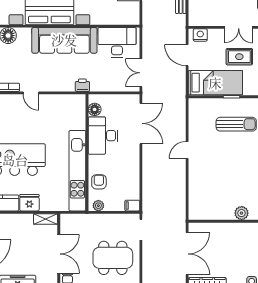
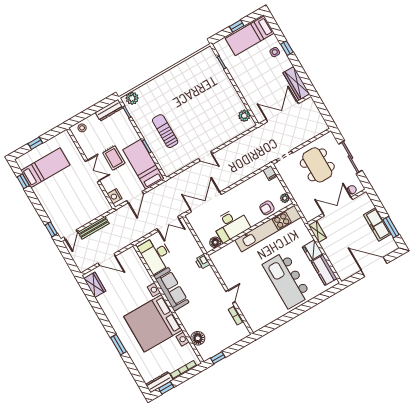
sofa: (64, 40) -> (171, 289), width x0.74, depth x0.79
plant: (242, 213) -> (244, 116), moved

